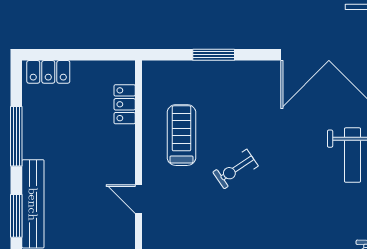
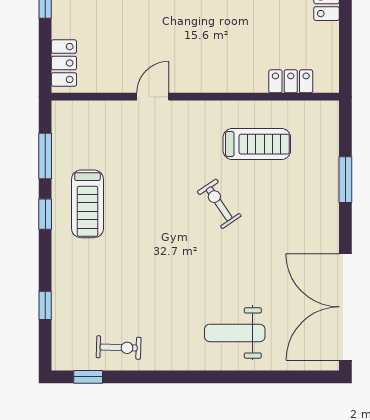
door: (139, 199) -> (153, 97), moved

